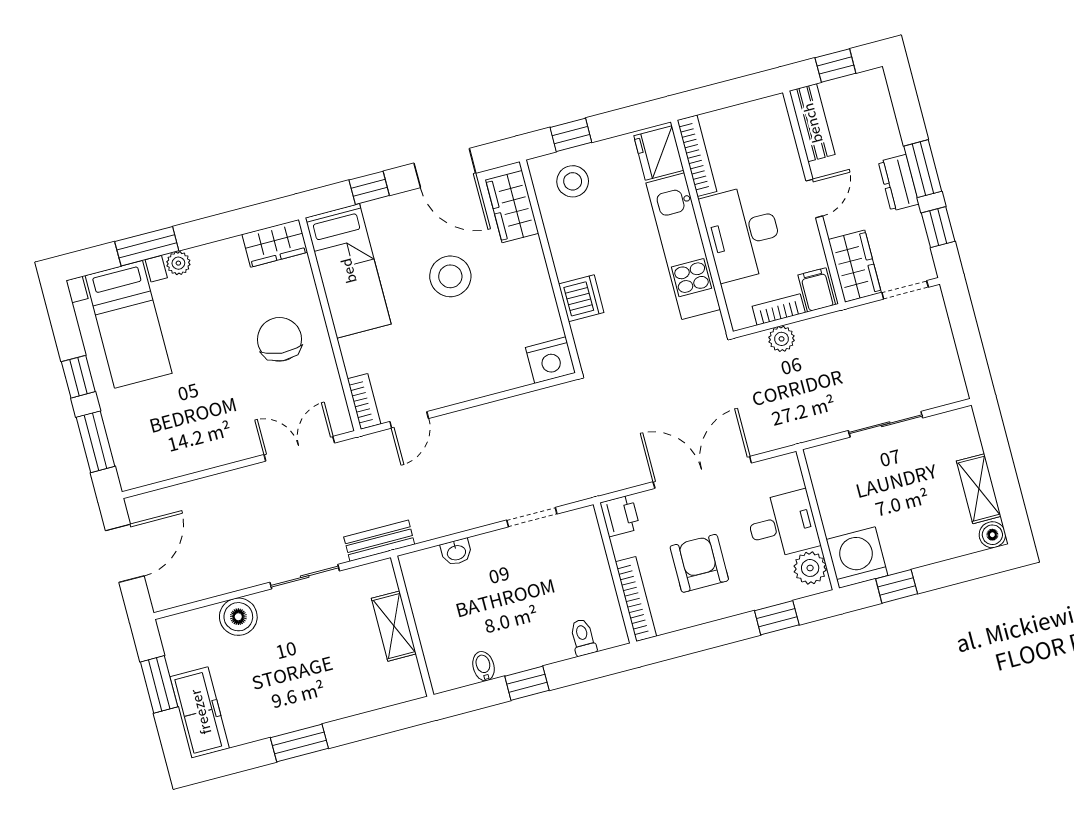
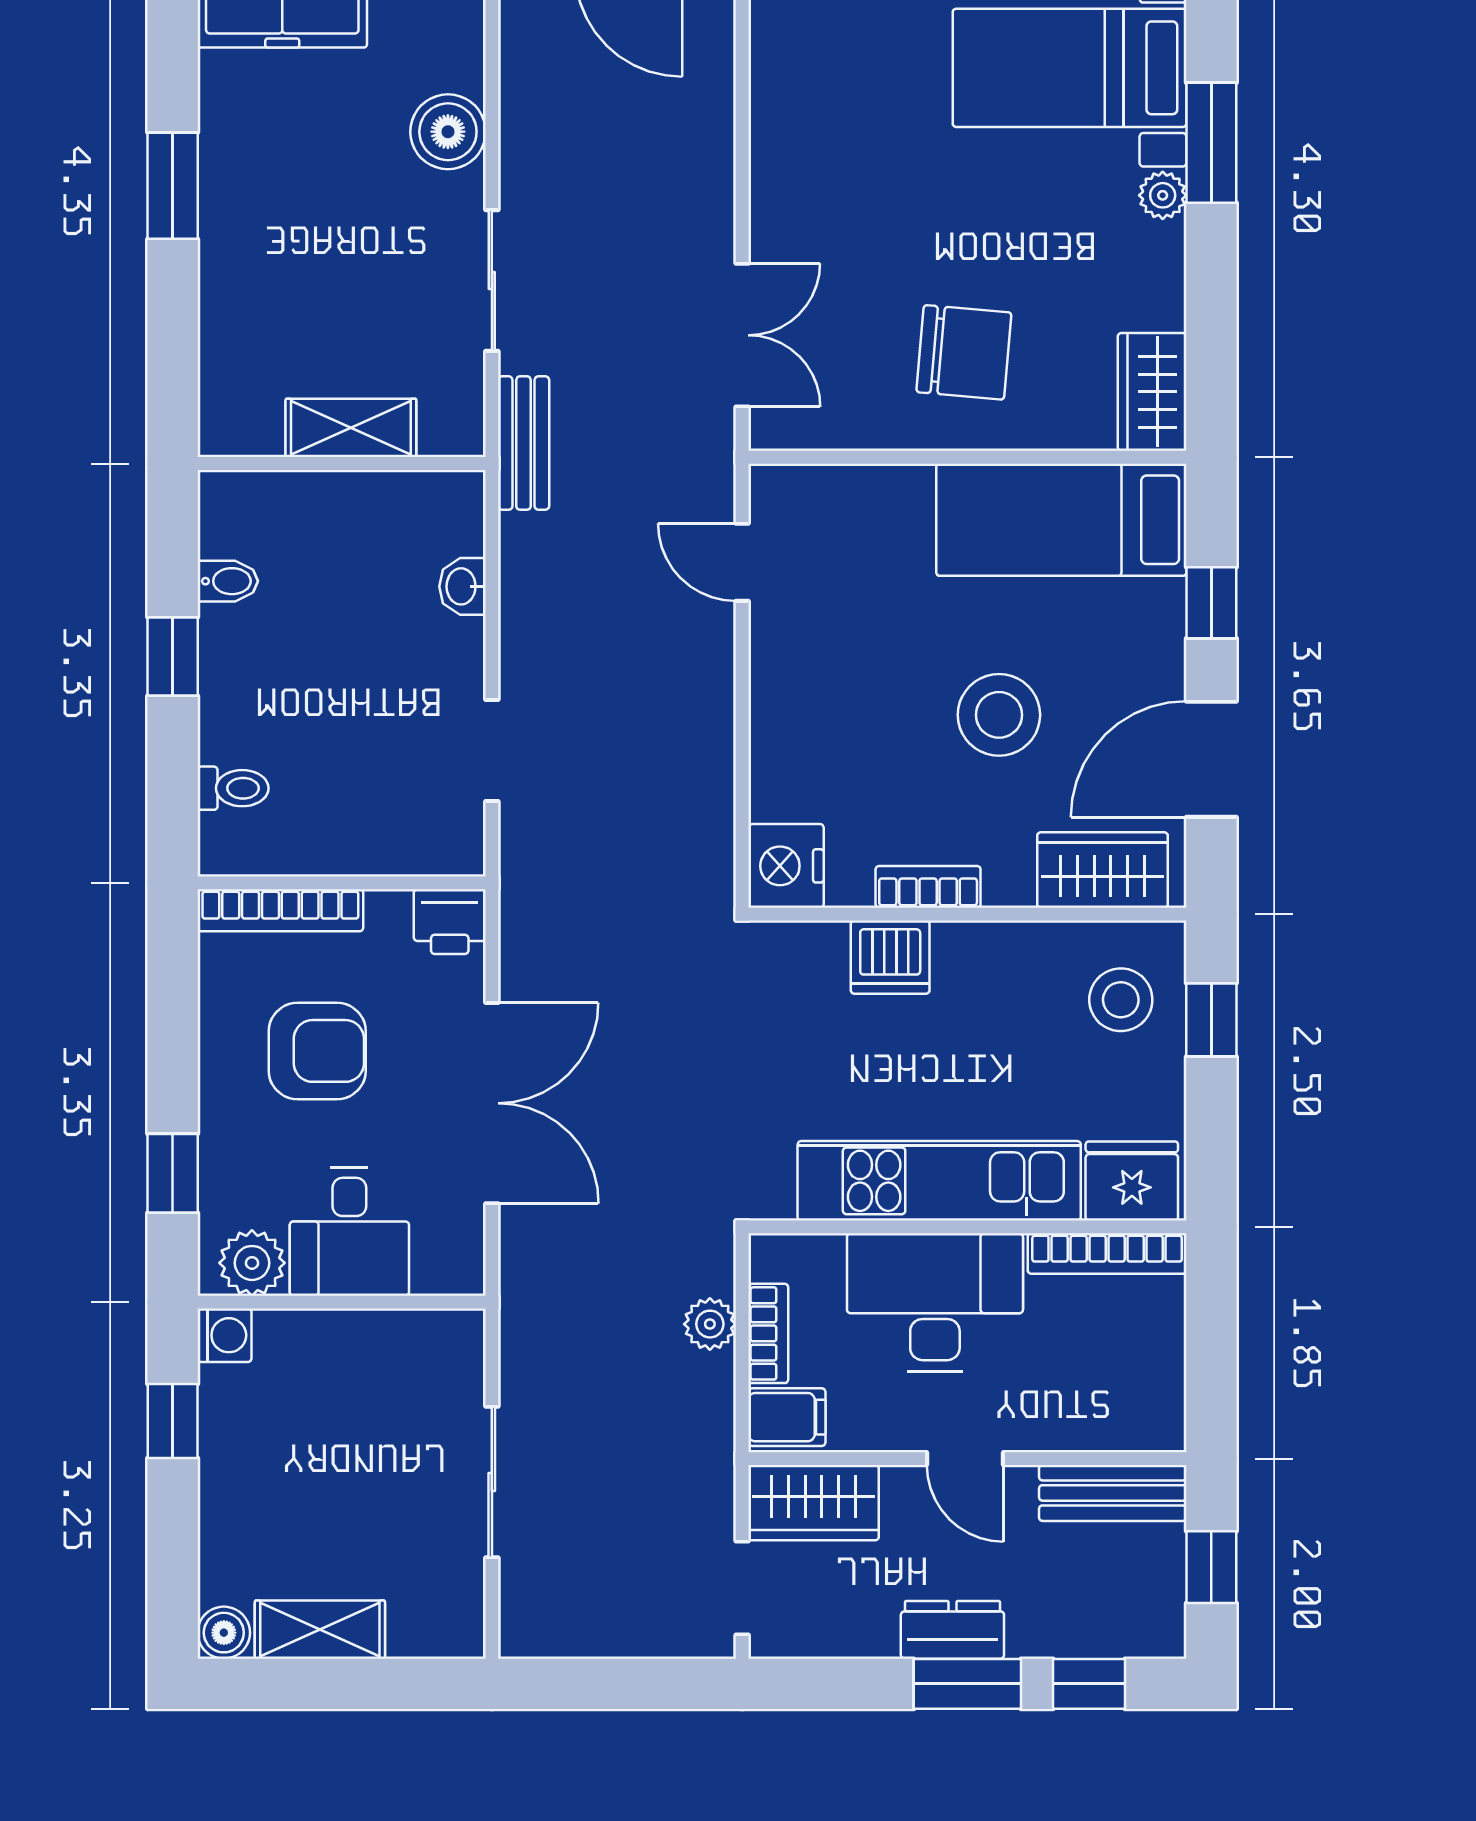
window: (938, 227) -> (1089, 1684), moved
bookcase: (364, 401) -> (928, 887), moved, turned 180
washing machine: (857, 558) -> (225, 1335), width x0.53, depth x0.53

